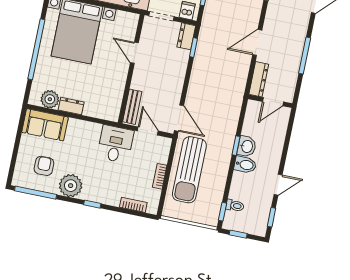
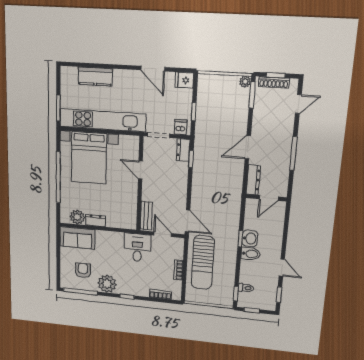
door: (278, 185) -> (282, 268), hinge flipped

